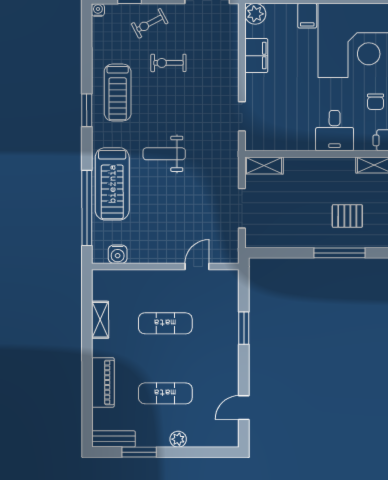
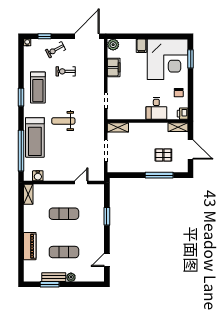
shelving: (100, 320) -> (28, 194), moved
bench: (114, 439) -> (54, 277), moved

